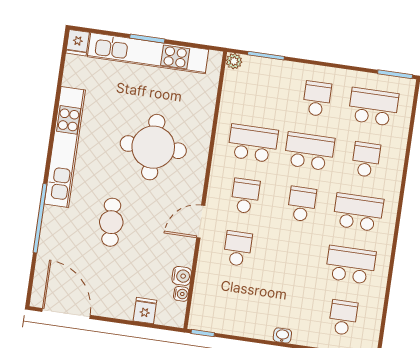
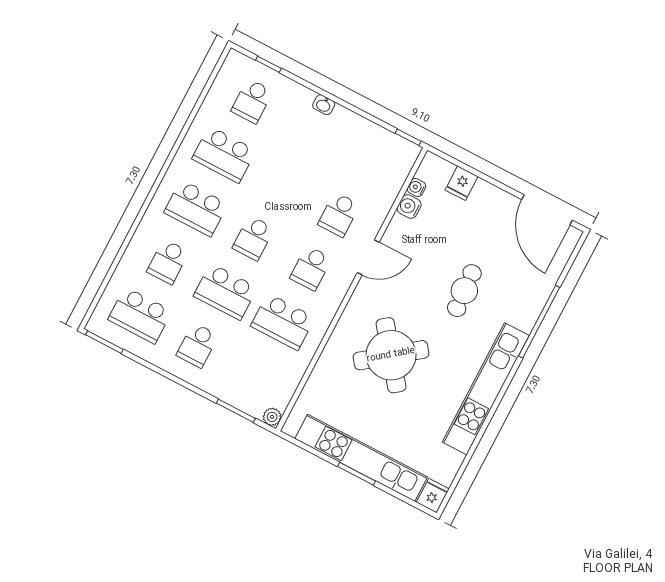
round table: (153, 147) -> (391, 355), turned -38

